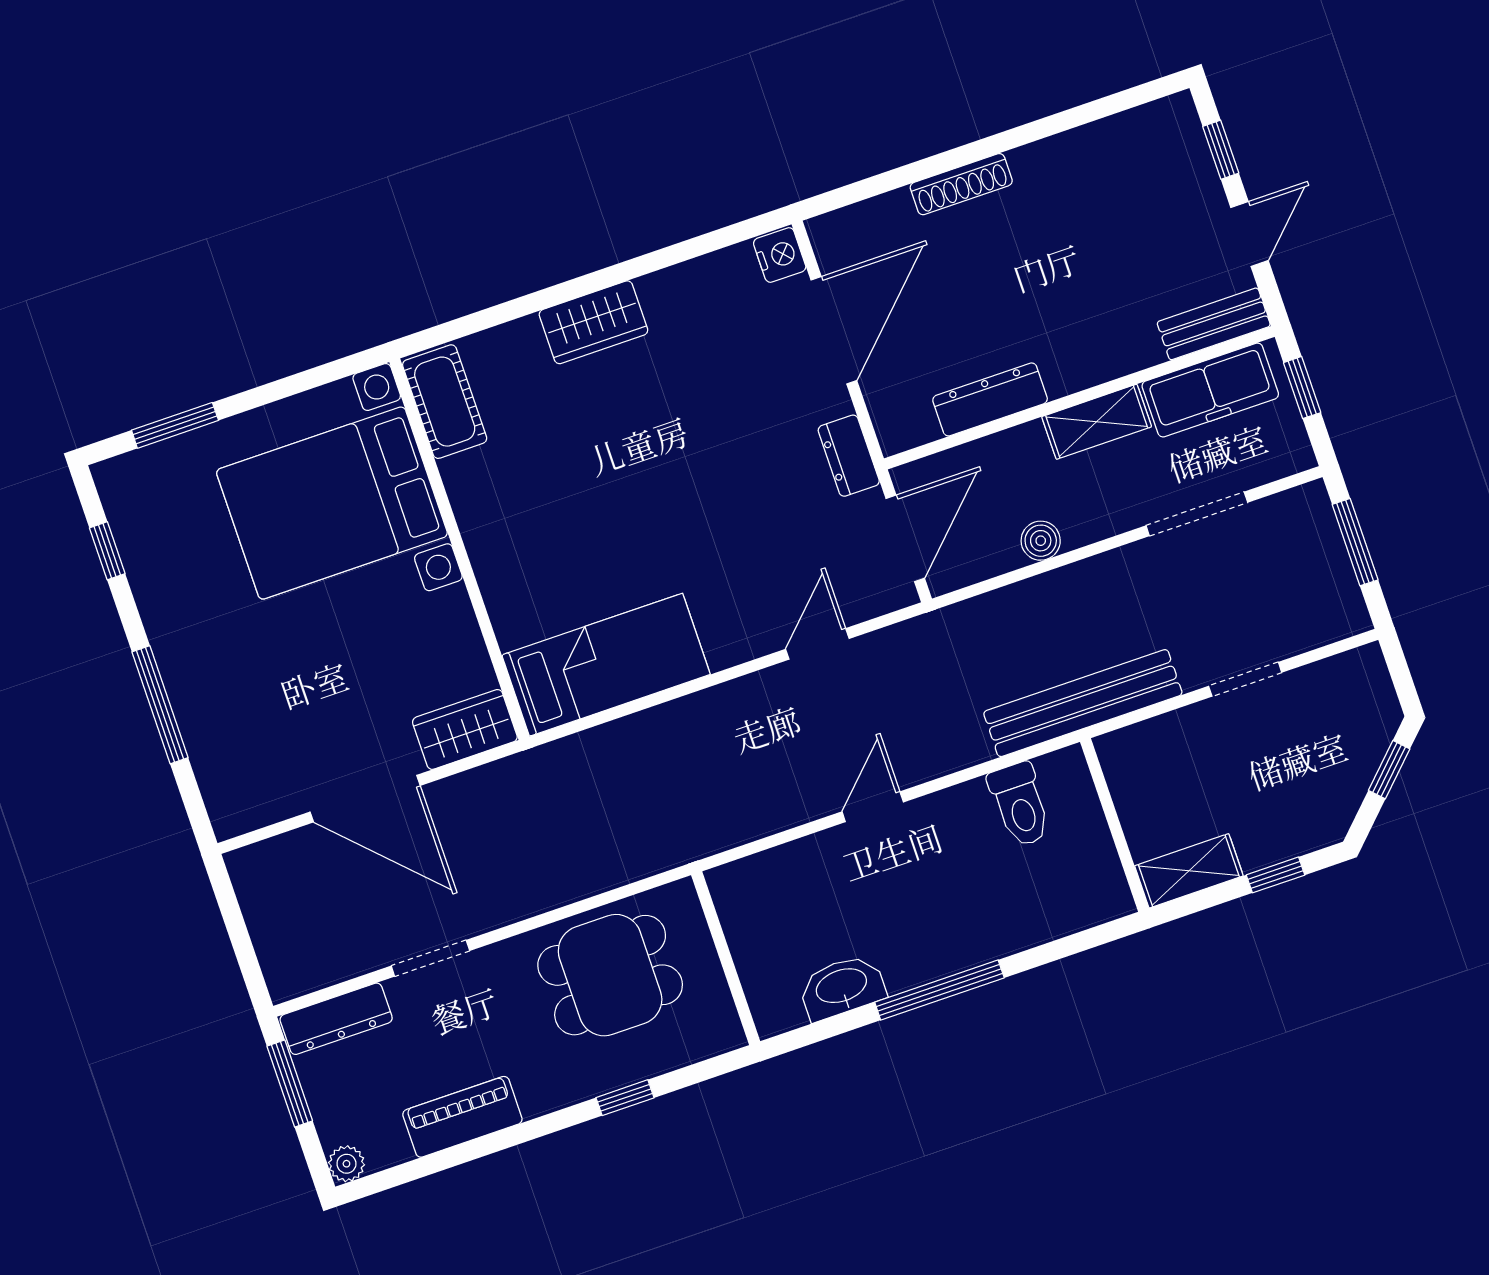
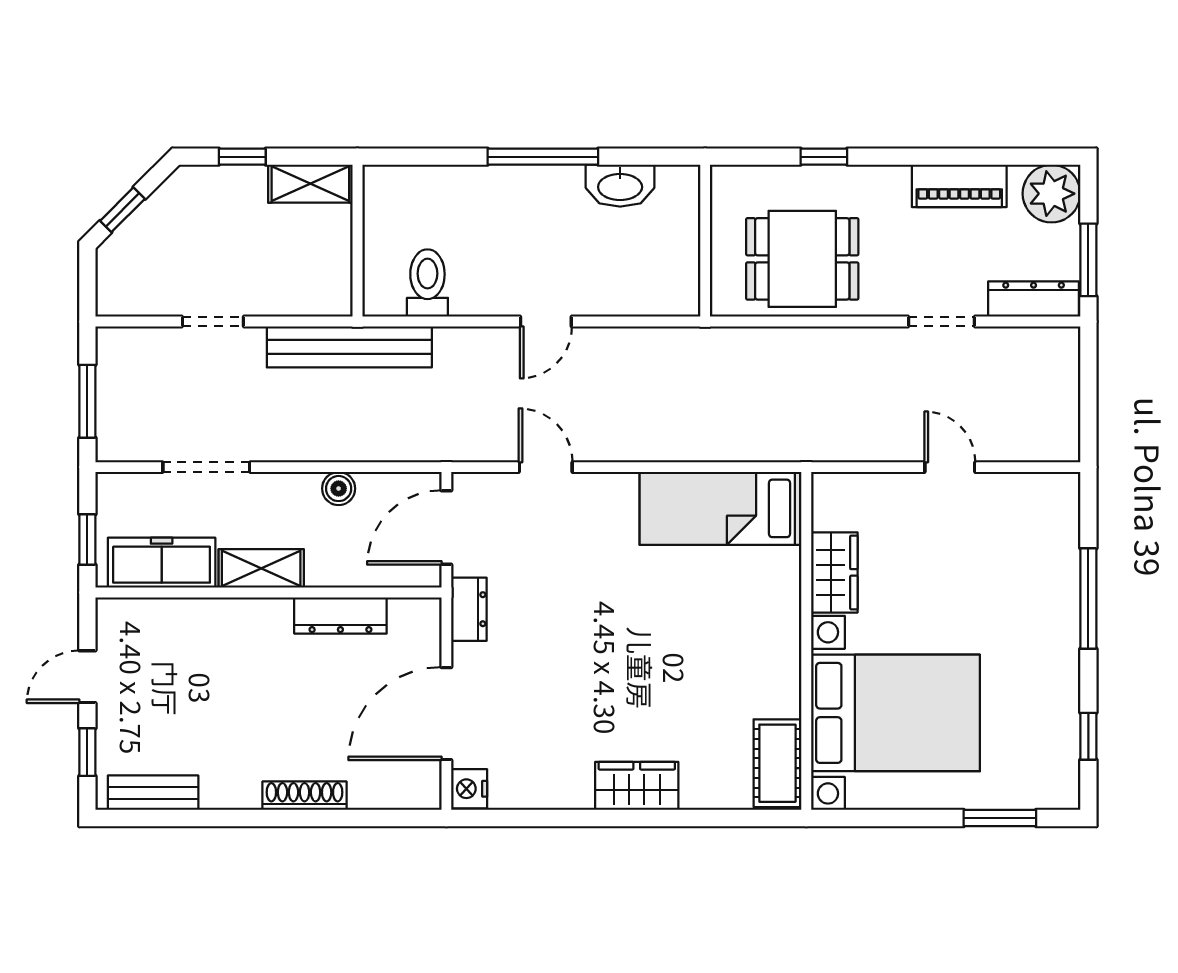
bench: (1214, 324) -> (153, 793), moved
door: (817, 644) -> (546, 467), swing flipped
wardrobe: (465, 729) -> (834, 572), moved, turned -90
door: (365, 799) -> (950, 467), width x0.53
plant: (346, 1164) -> (1051, 194), width x1.88, depth x1.88

